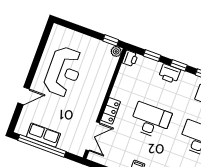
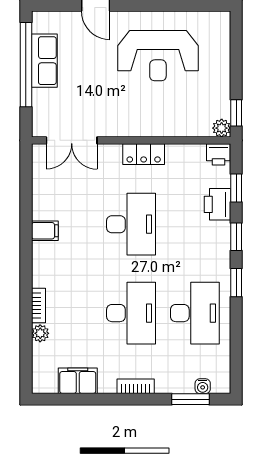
printer: (170, 74) -> (217, 204), moved
locker: (111, 111) -> (144, 154), moved

